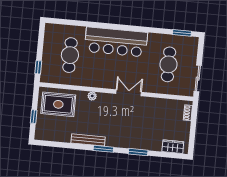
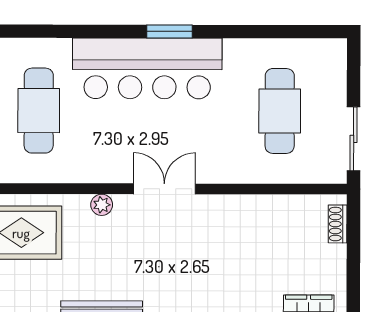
window: (182, 33) -> (169, 31), moved
double door: (129, 93) -> (164, 189), moved

